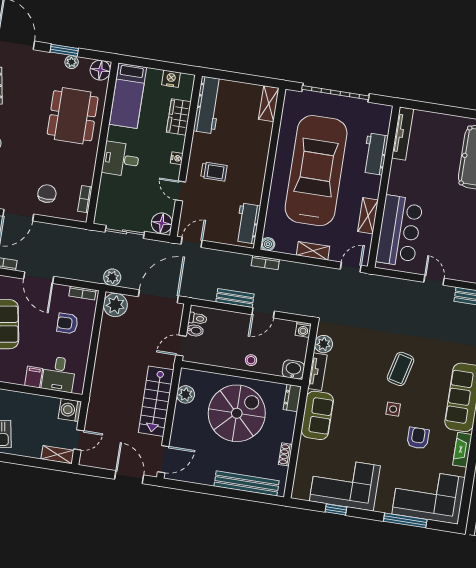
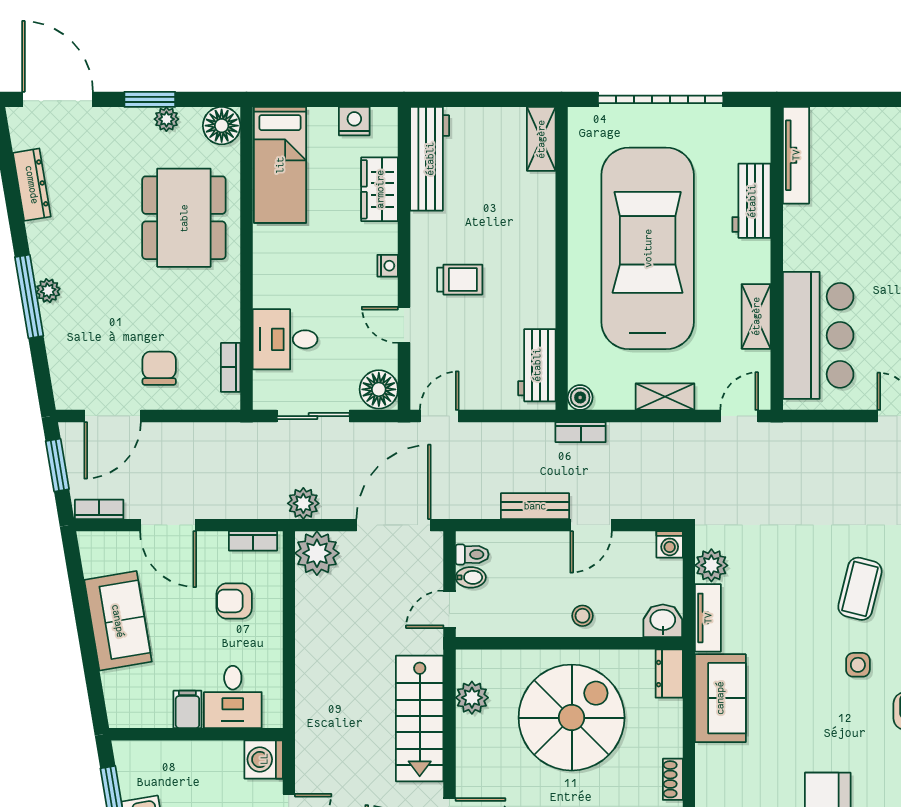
desk: (121, 159) -> (285, 339), moved

